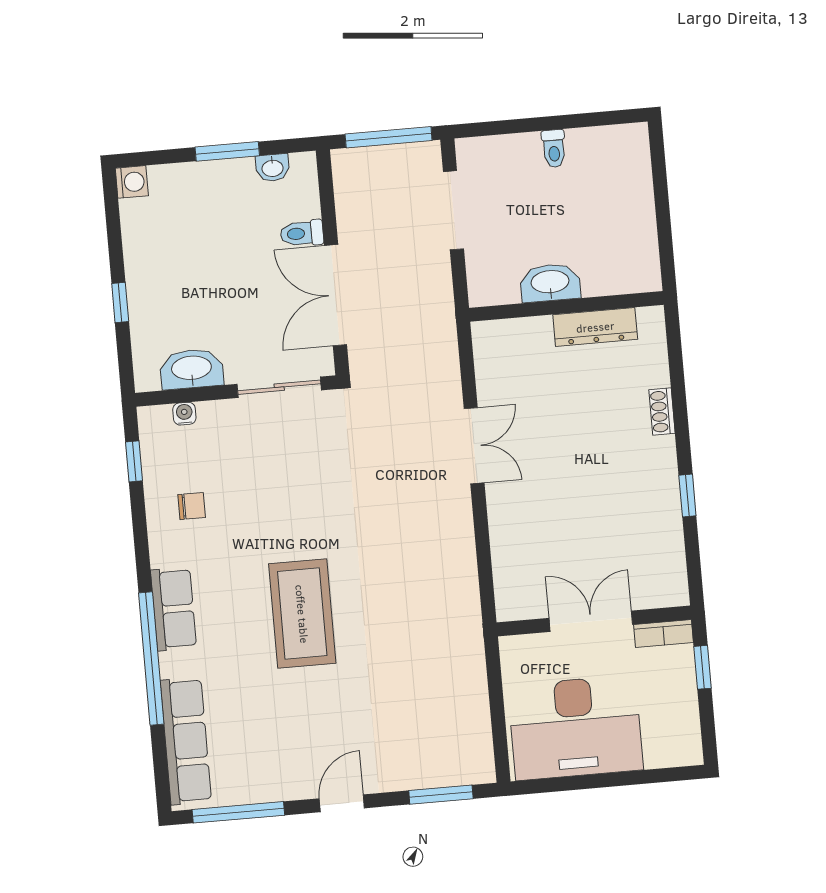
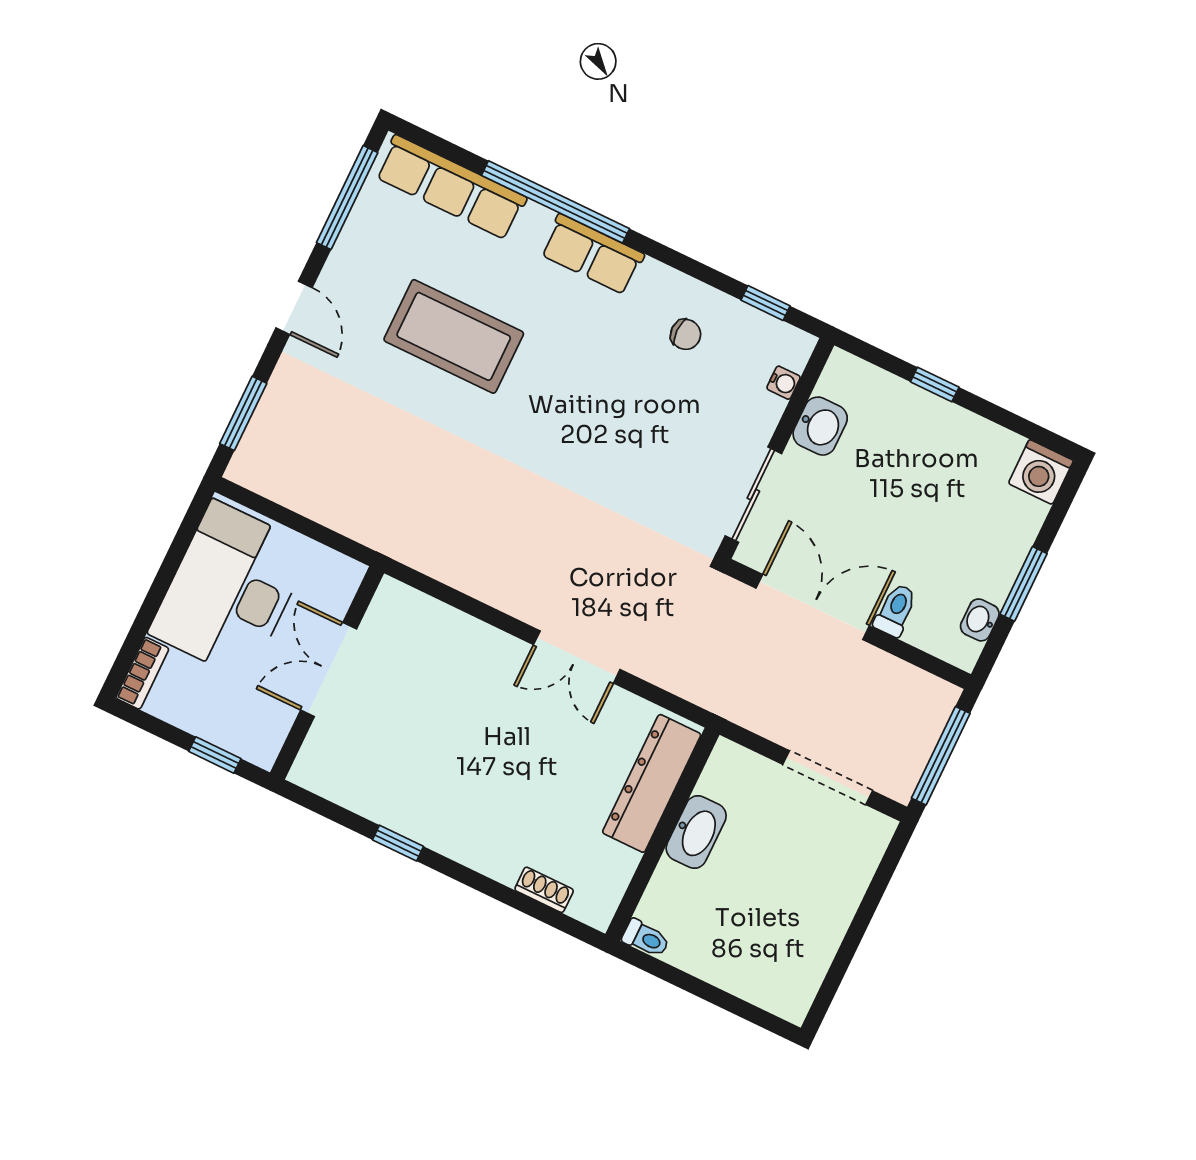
toilet: (554, 149) -> (646, 938), moved, turned 180
washing machine: (132, 182) -> (1041, 472), width x1.38, depth x1.38
dresser: (595, 327) -> (652, 783), moved, width x1.37, depth x1.24
washbasin: (192, 369) -> (820, 426), width x0.72
shoe rack: (662, 411) -> (544, 890), moved
chair: (192, 506) -> (686, 334), turned -90
coffee table: (302, 614) -> (454, 336), moved
double door: (591, 621) -> (329, 670), swing flipped
bookcase: (663, 633) -> (142, 673), moved, turned 180

